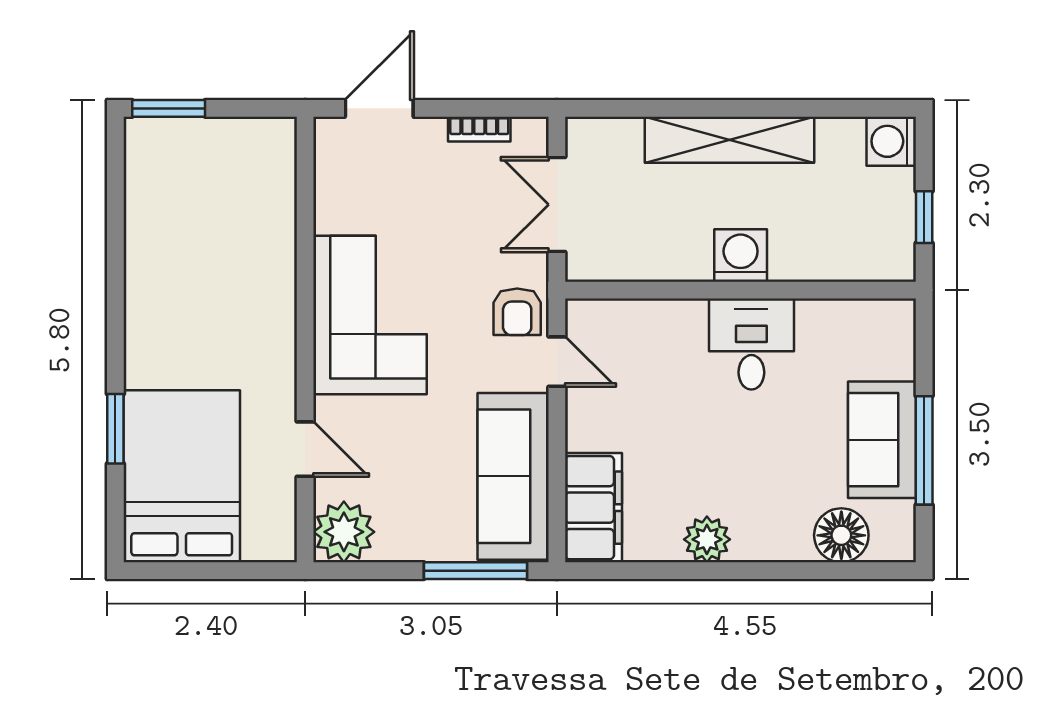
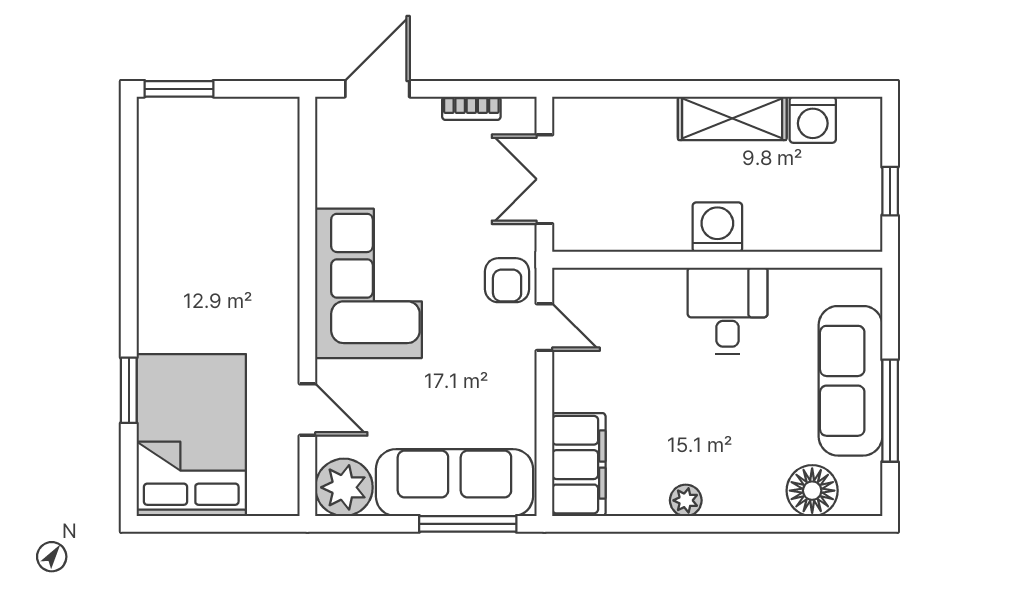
shelving: (729, 140) -> (732, 118), width x0.68
washing machine: (891, 141) -> (813, 120), moved, turned -90
sofa: (882, 440) -> (851, 381), width x1.36
sofa: (513, 476) -> (454, 483), moved, turned 90
plant: (707, 539) -> (686, 500), width x0.73, depth x0.73

